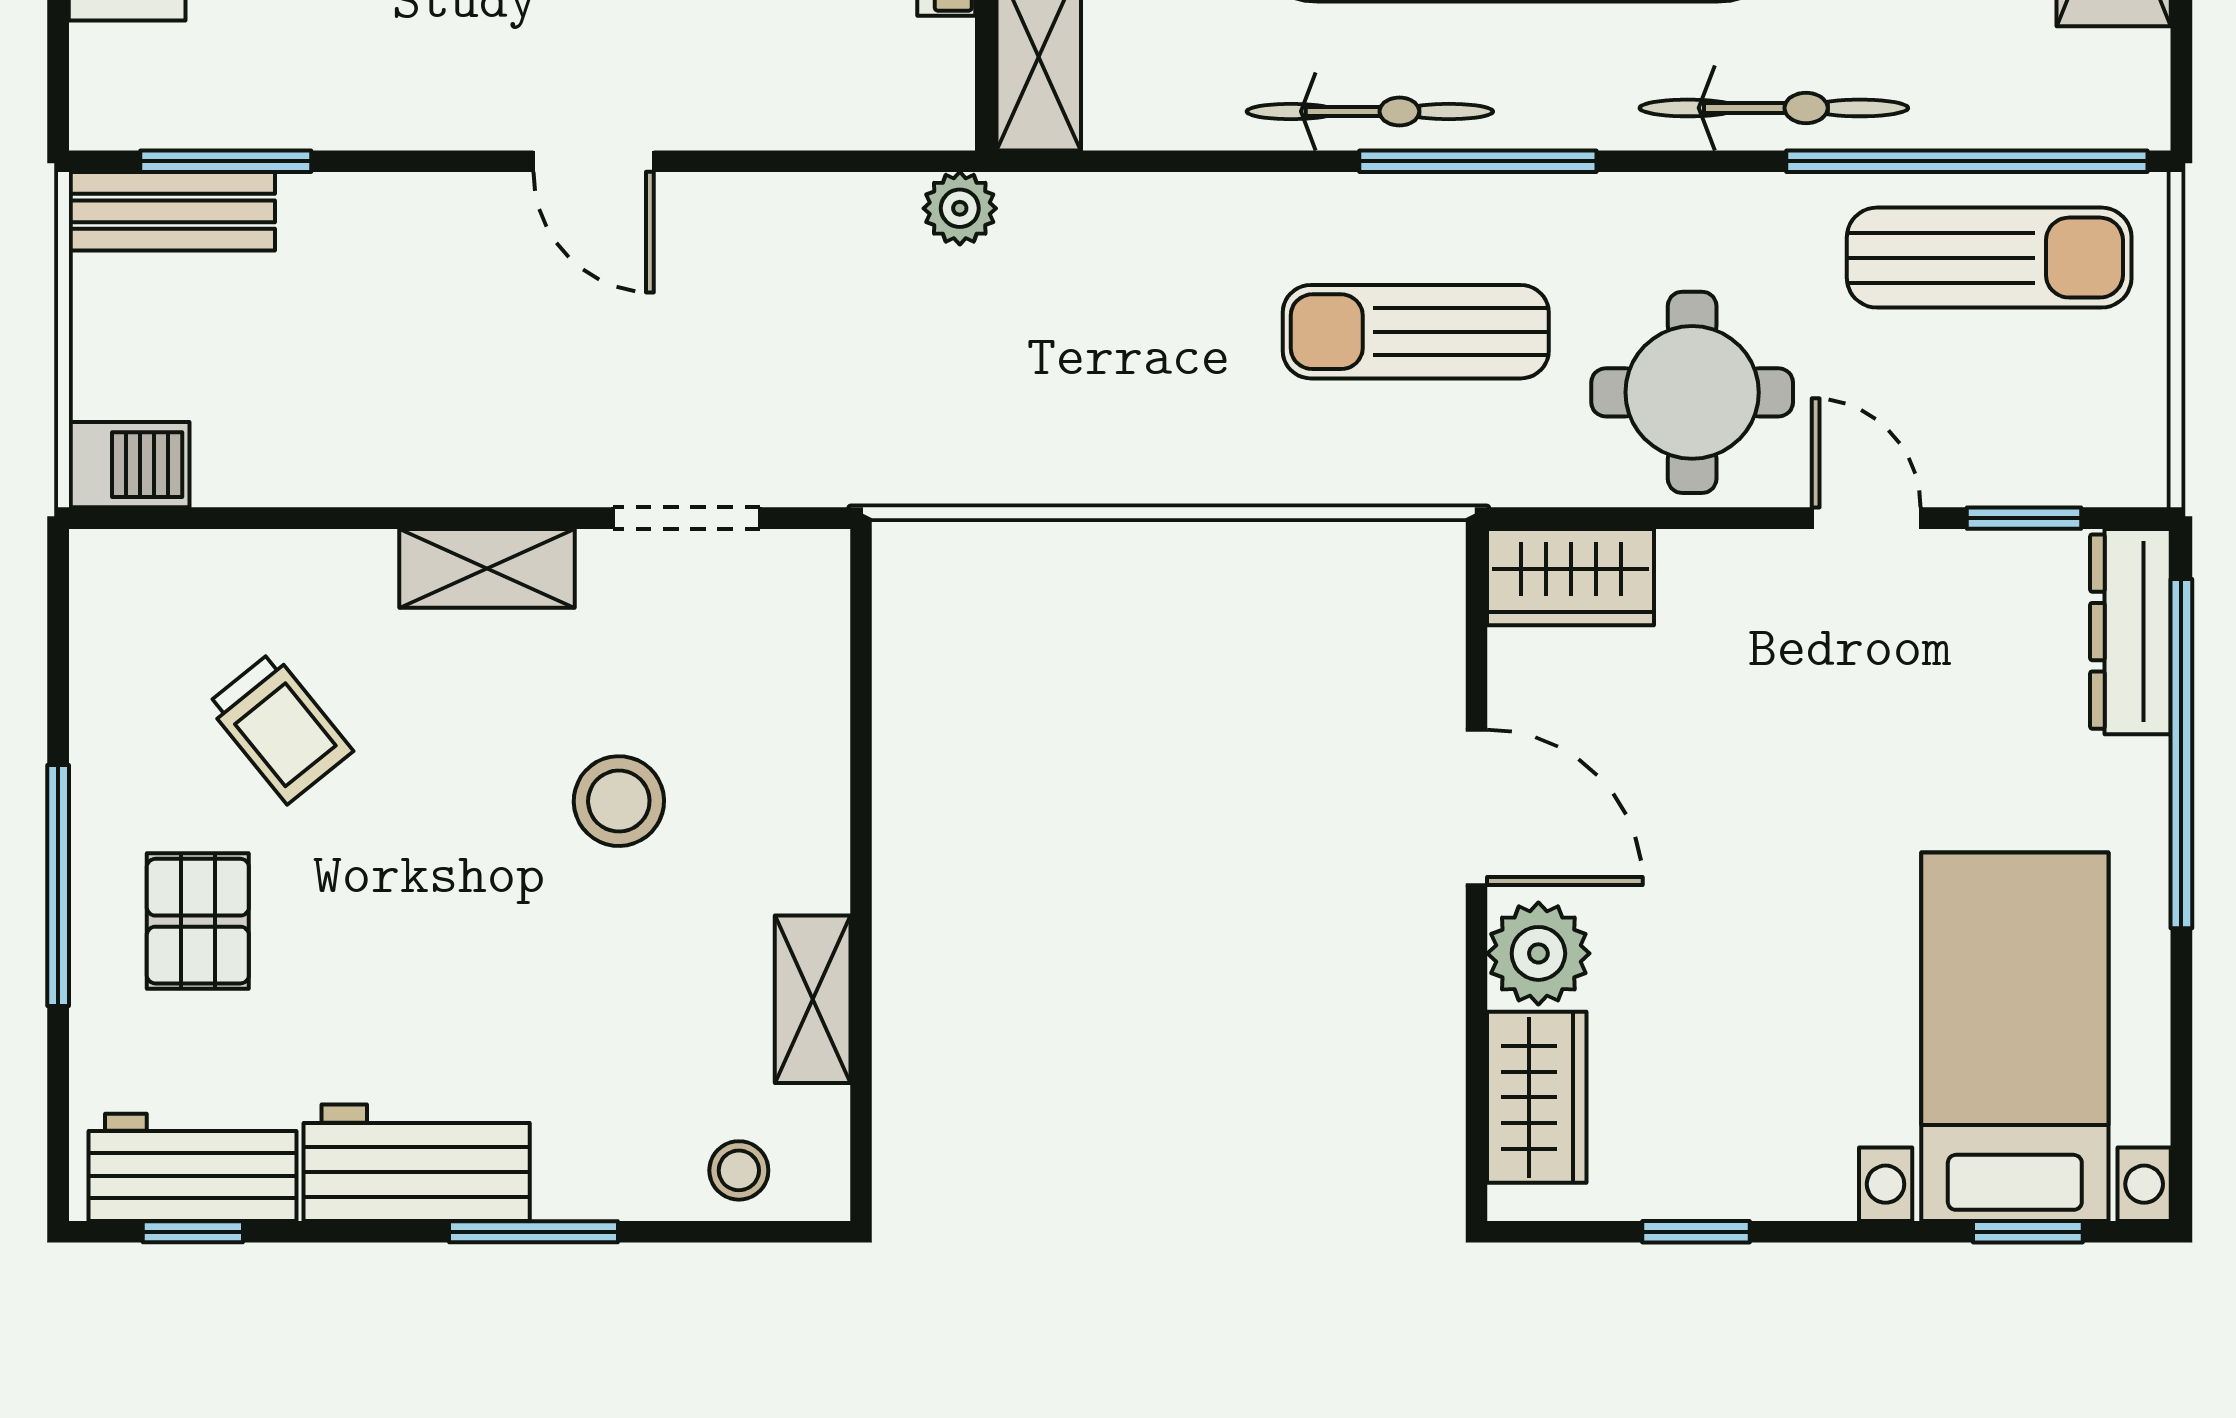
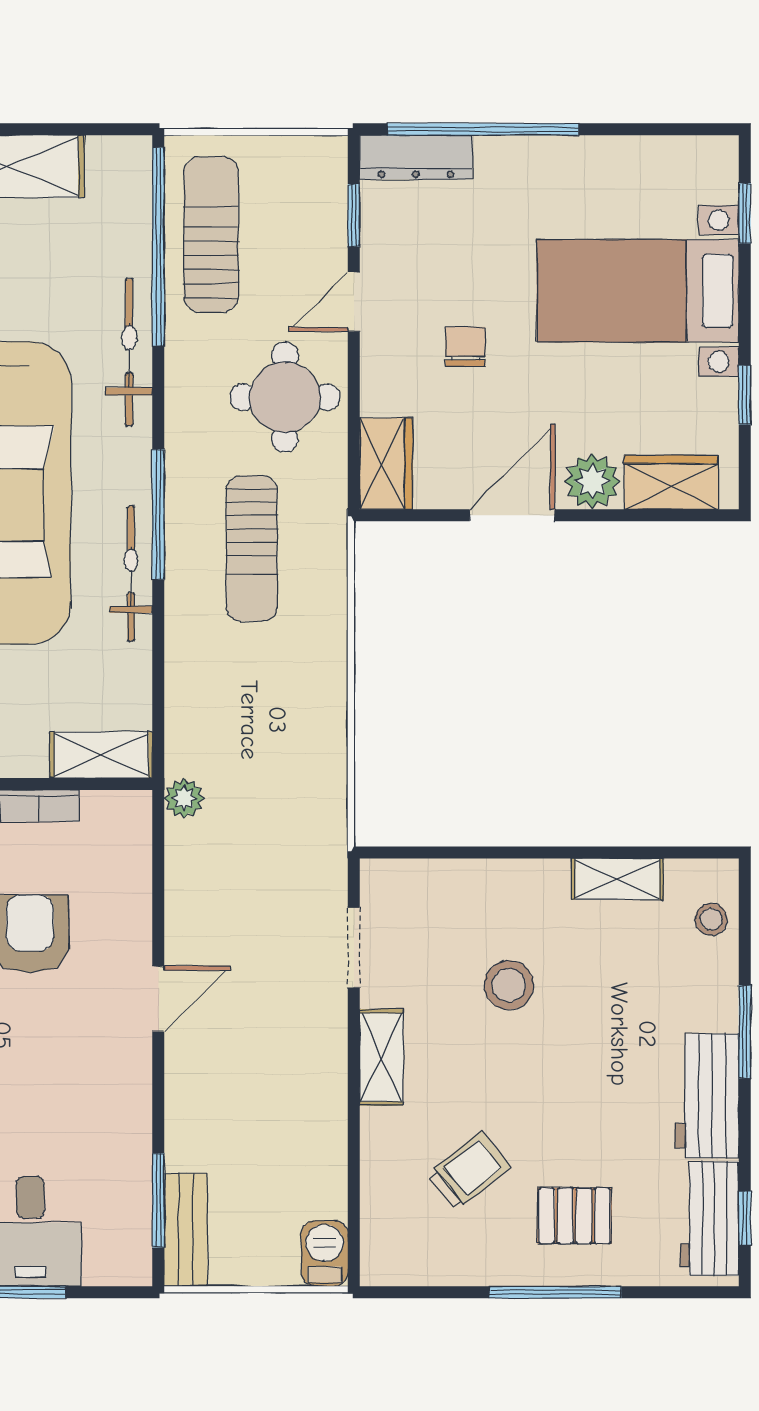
chair: (1784, 722) -> (465, 347), added
bed with nightstands: (2015, 1037) -> (638, 291), moved

